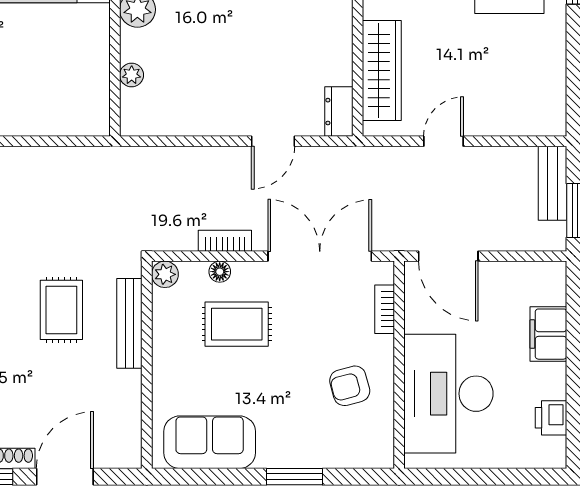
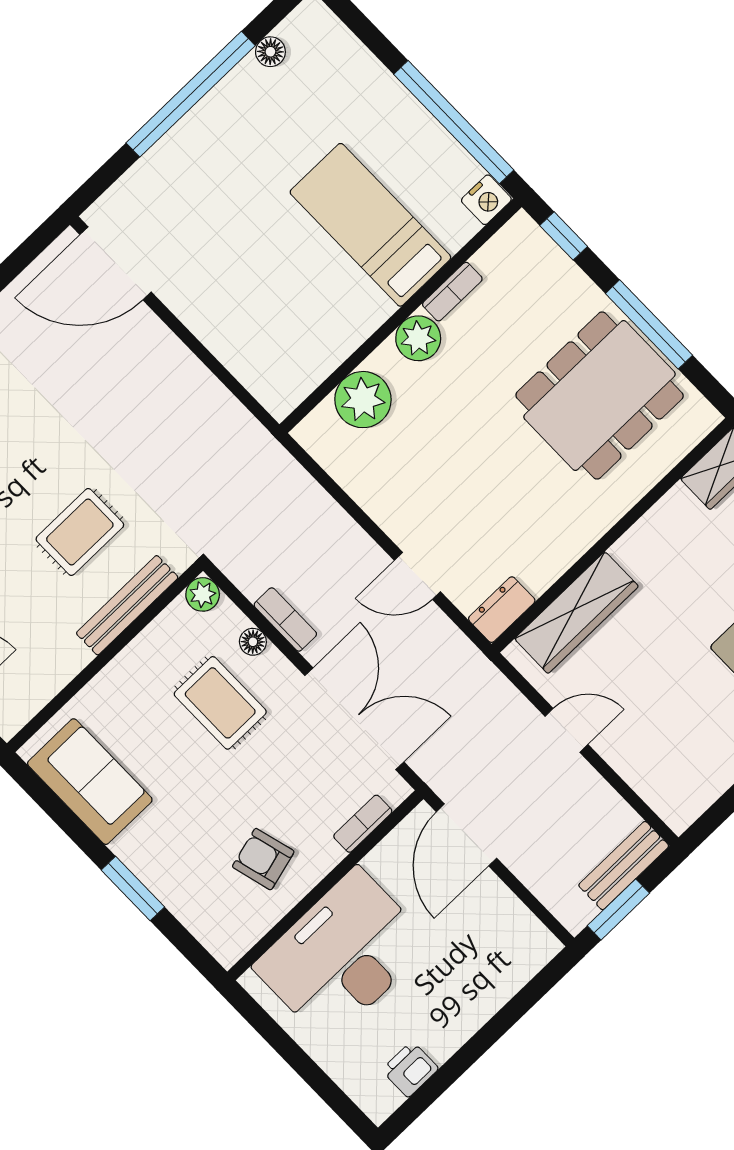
plant: (132, 75) -> (363, 400), width x1.88, depth x1.88
filing cabinet: (548, 334) -> (484, 994), removed

